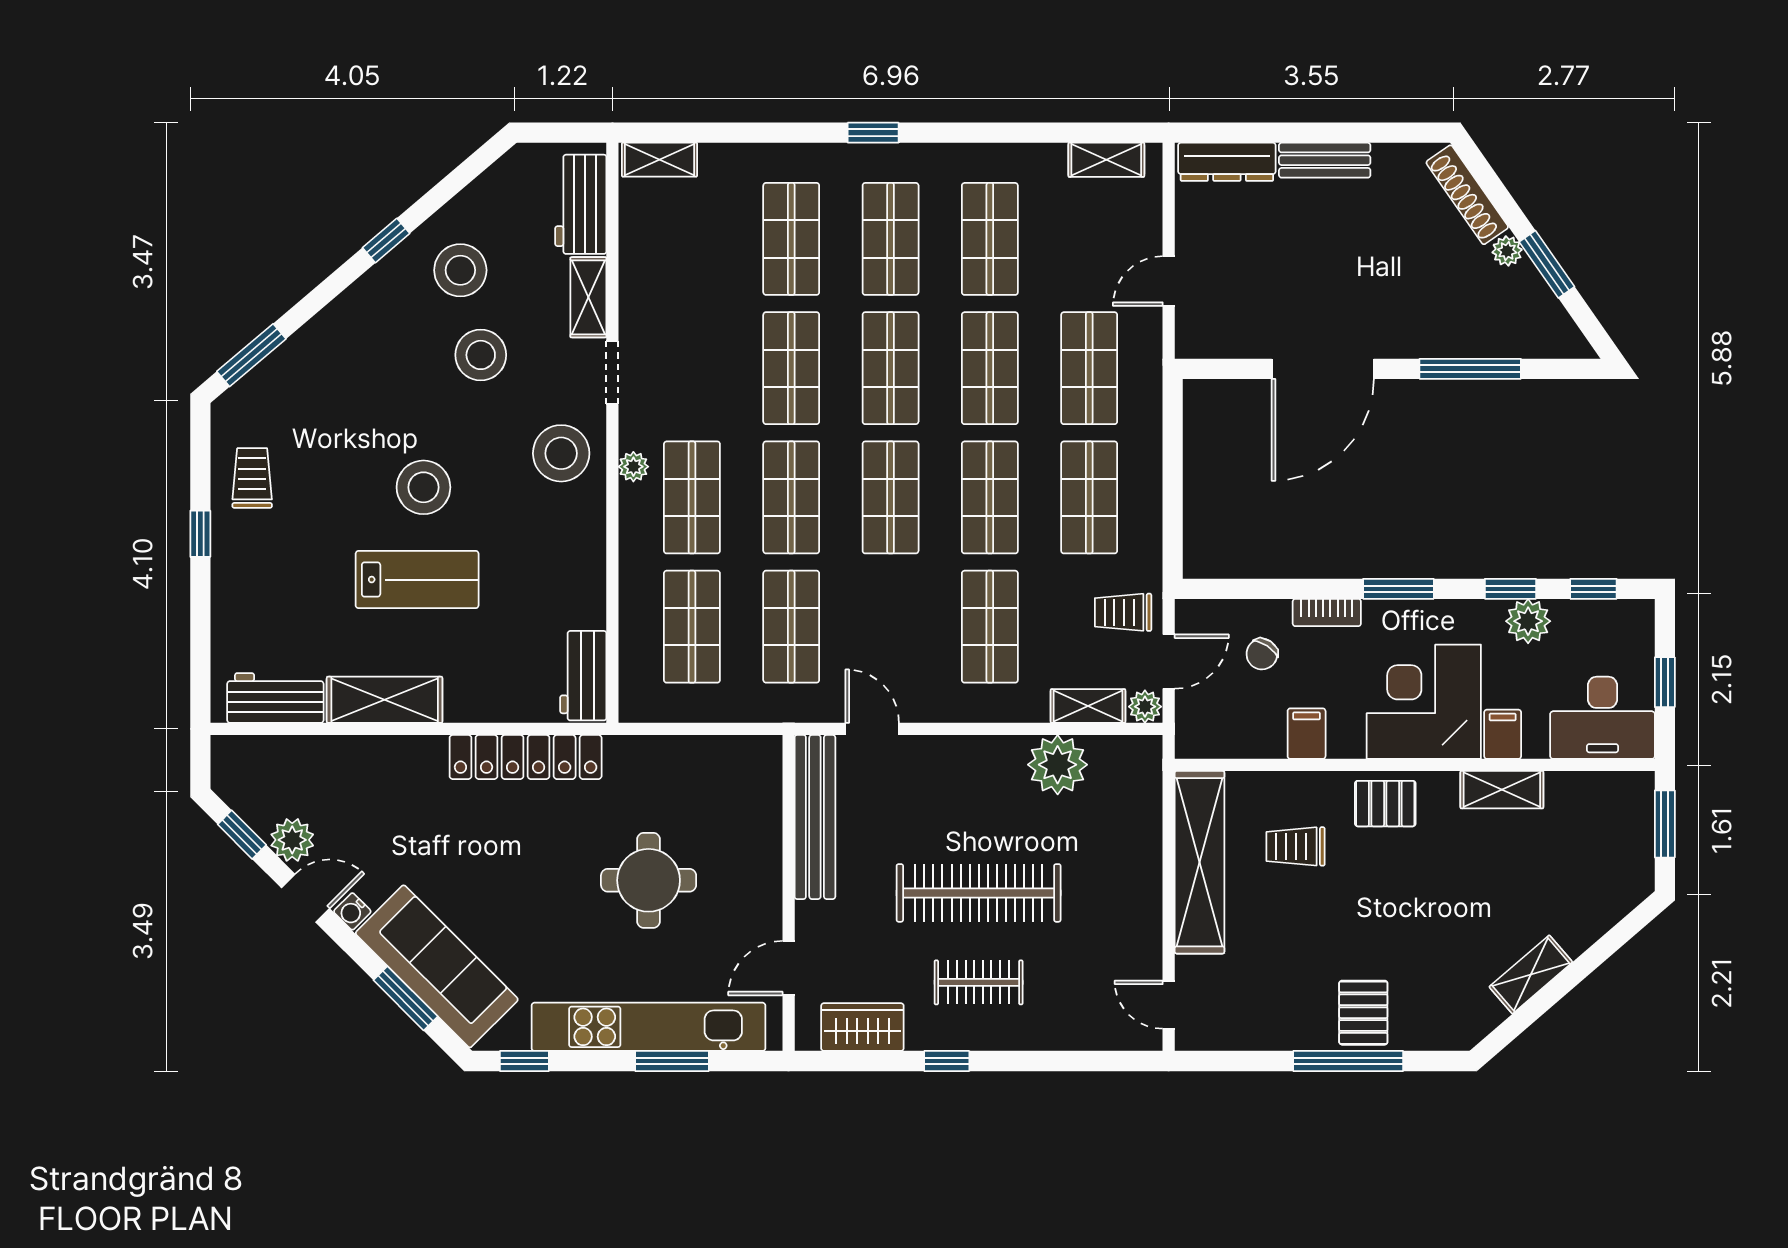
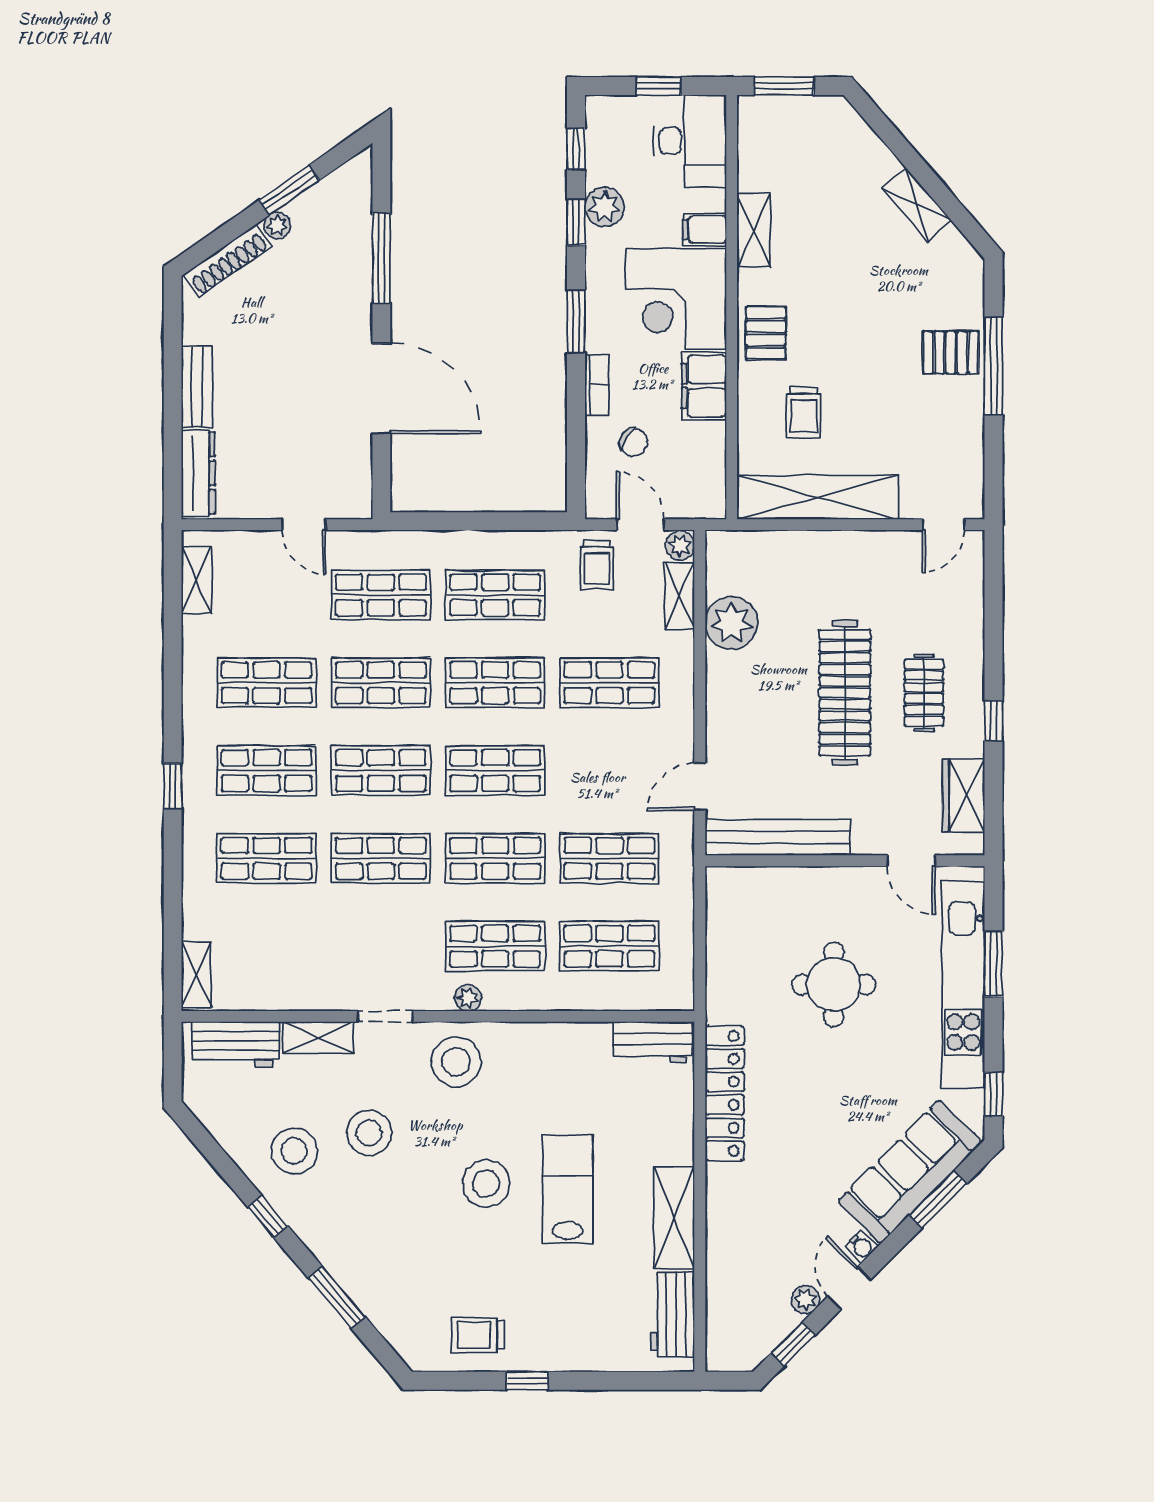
window: (251, 355) -> (337, 1298), moved
filing cabinet: (1307, 734) -> (704, 386), width x2.00
plant: (292, 840) -> (805, 1300), width x0.73, depth x0.73

